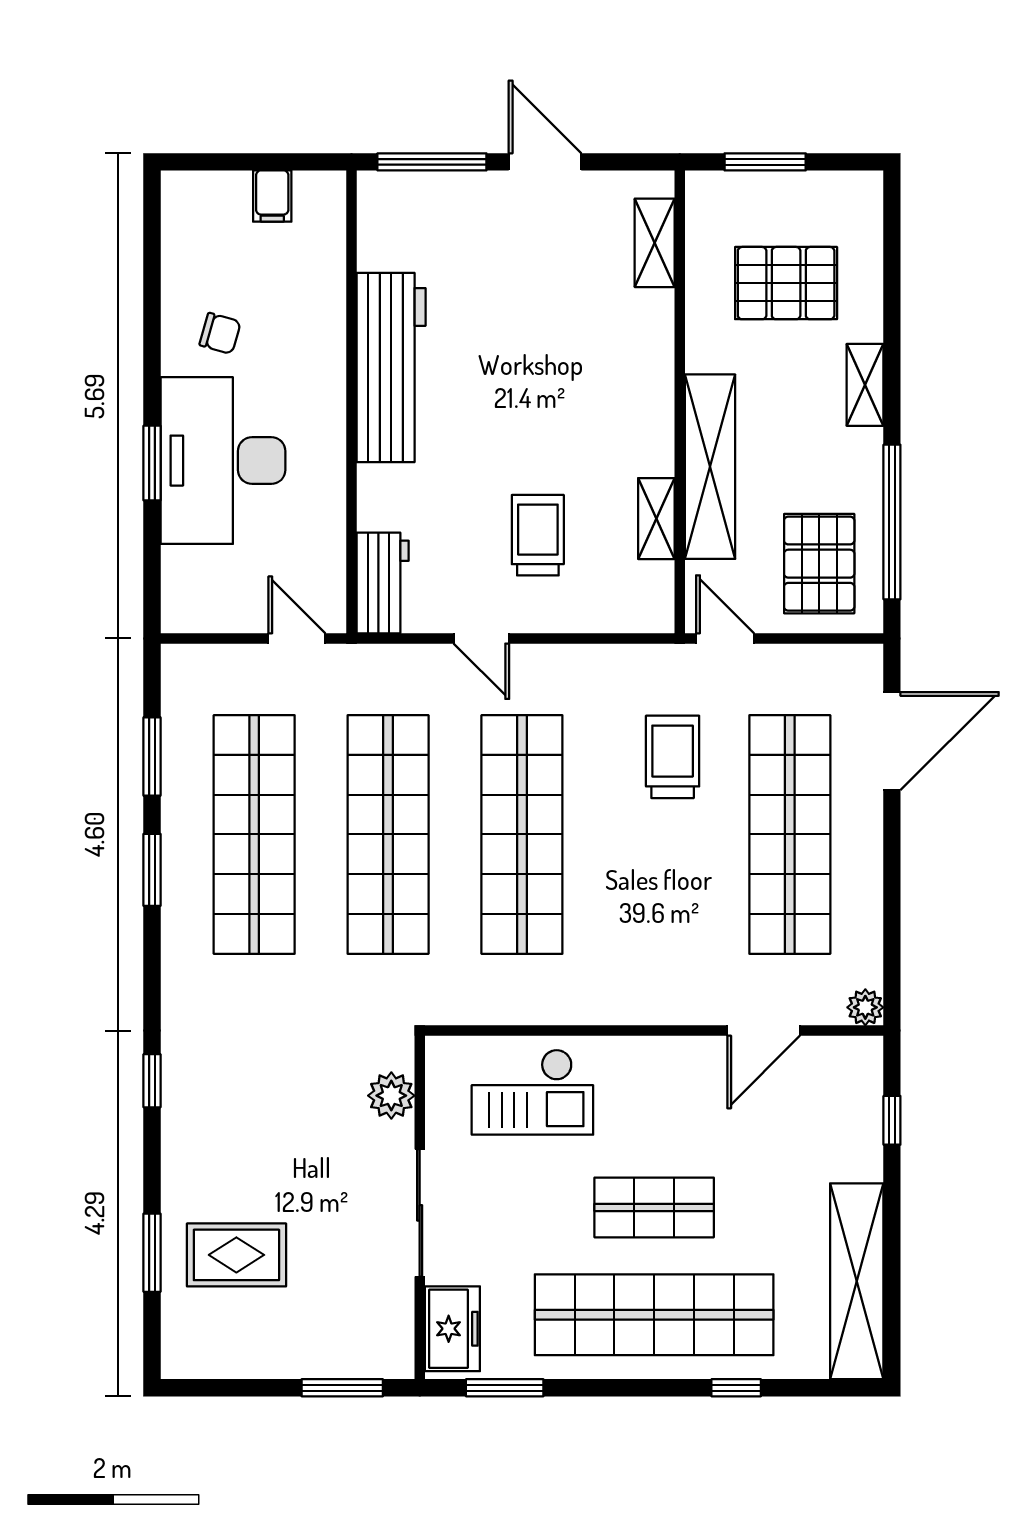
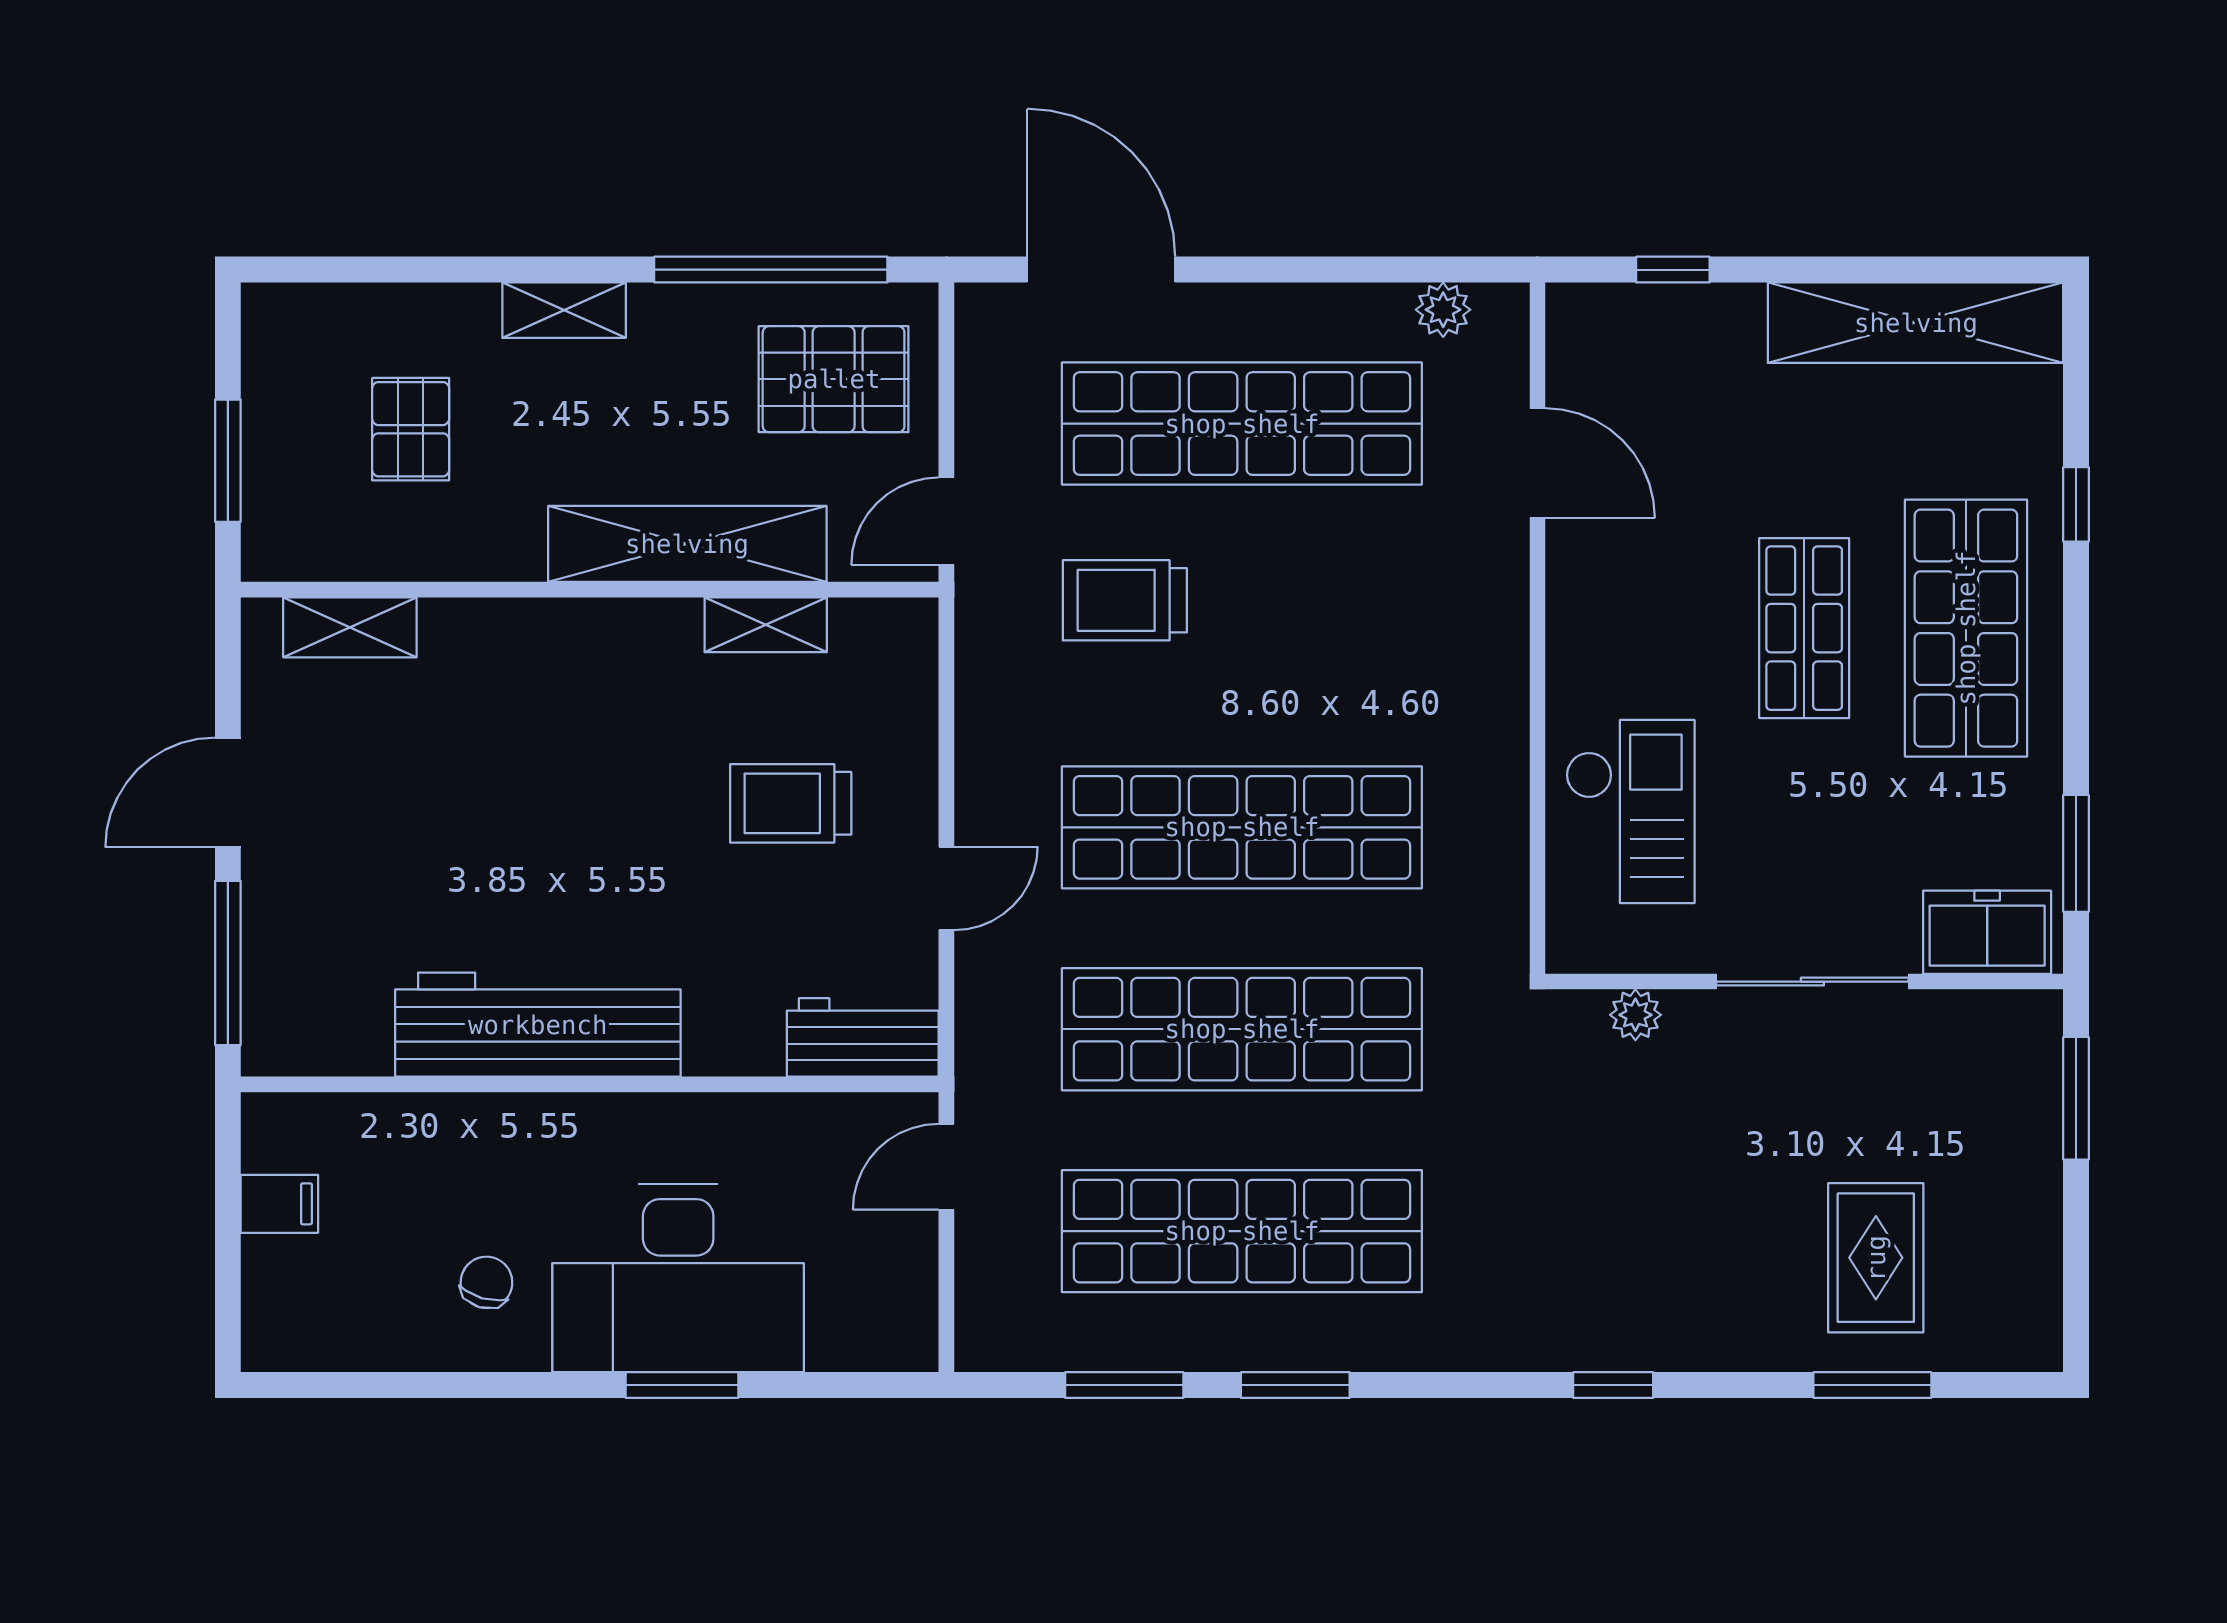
pallet: (786, 283) -> (411, 429), width x0.67, depth x0.71
plant: (865, 1007) -> (1443, 310), moved
plant: (391, 1096) -> (1635, 1015), width x0.73, depth x0.73
shop shelf: (654, 1315) -> (1966, 628), width x0.71

